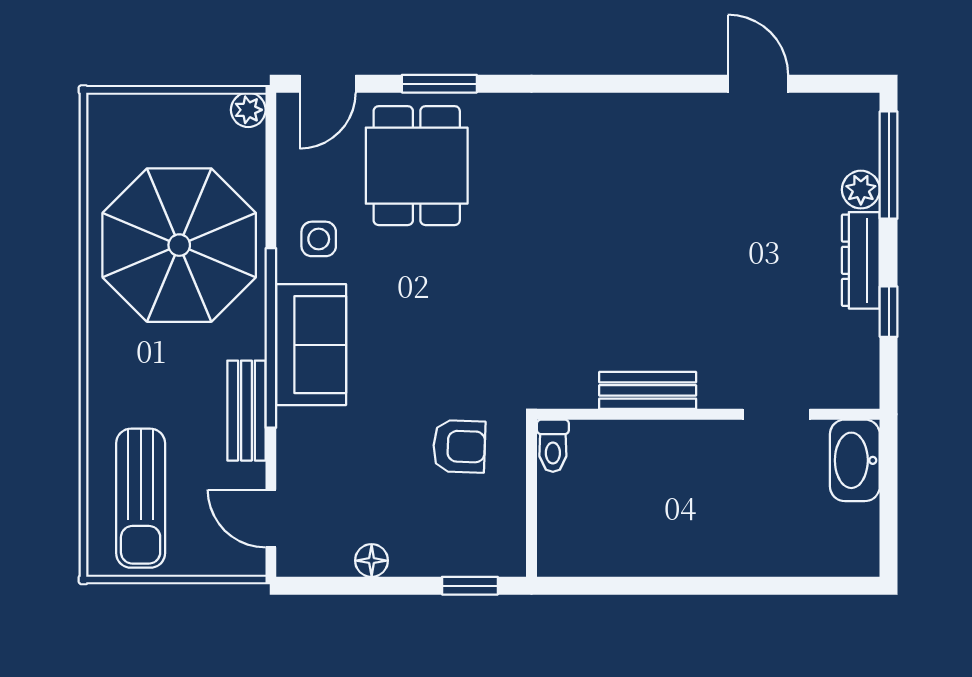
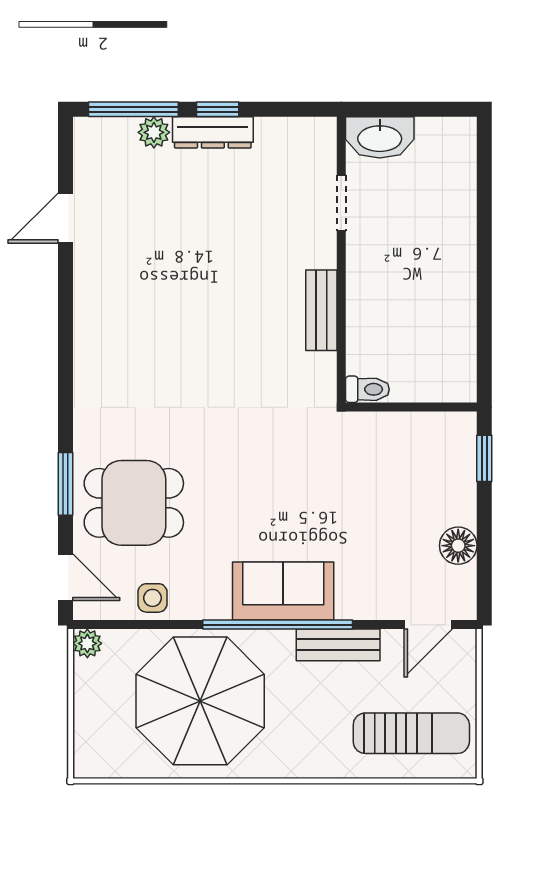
side table: (319, 239) -> (152, 598), moved
window: (889, 312) -> (218, 109), moved
armchair: (459, 446) -> (368, 468), removed
floor lamp: (372, 561) -> (458, 546), width x1.37, depth x1.37

